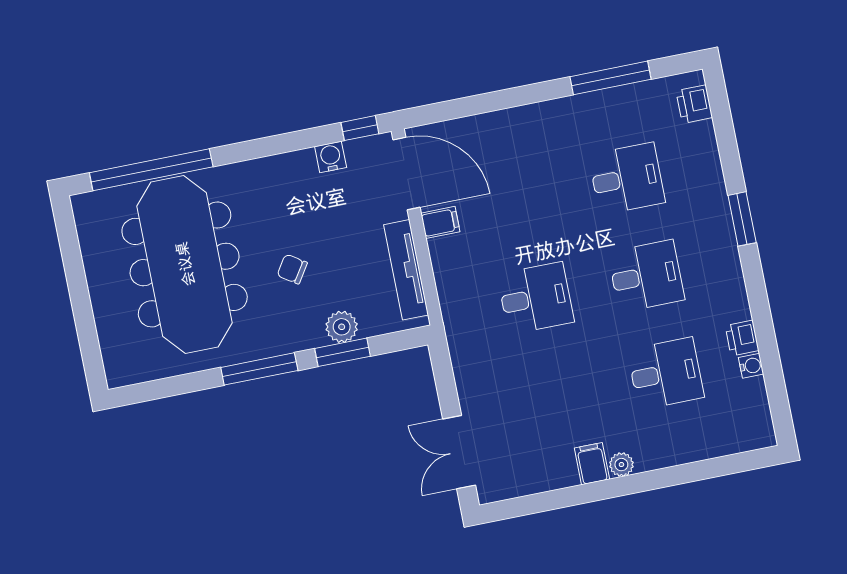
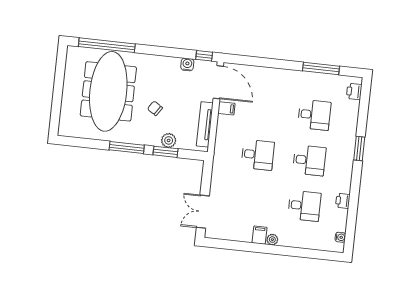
water cooler: (751, 366) -> (340, 237), moved

